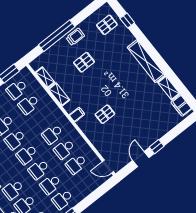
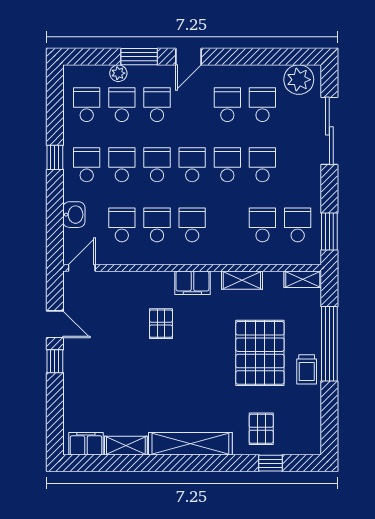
pallet: (107, 25) -> (261, 429), moved
pallet: (84, 62) -> (260, 353), width x2.05, depth x2.00
shelving: (45, 77) -> (303, 279), moved
filing cabinet: (77, 115) -> (192, 283), width x2.00
washbasin: (88, 188) -> (74, 215), added

